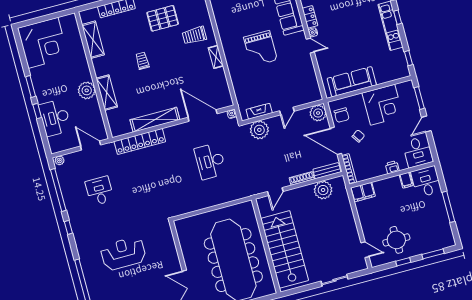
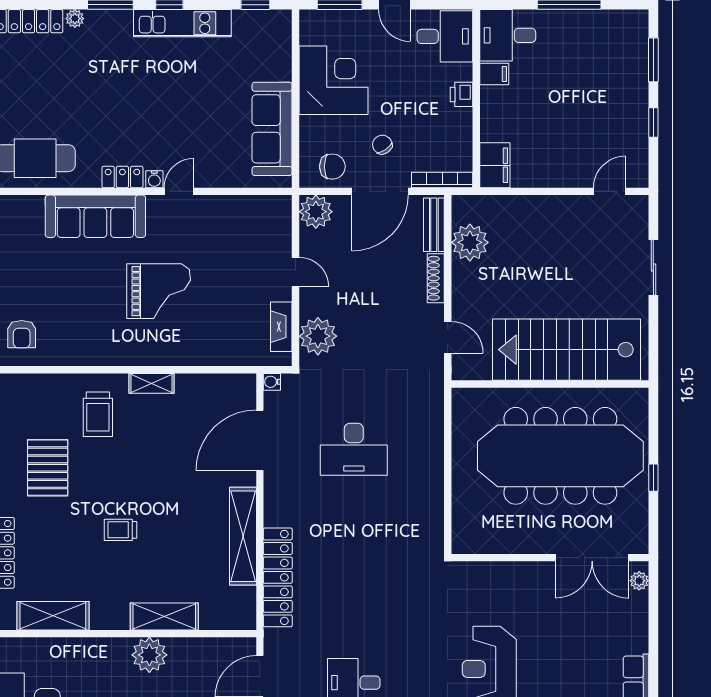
round table: (396, 240) -> (607, 125), removed

